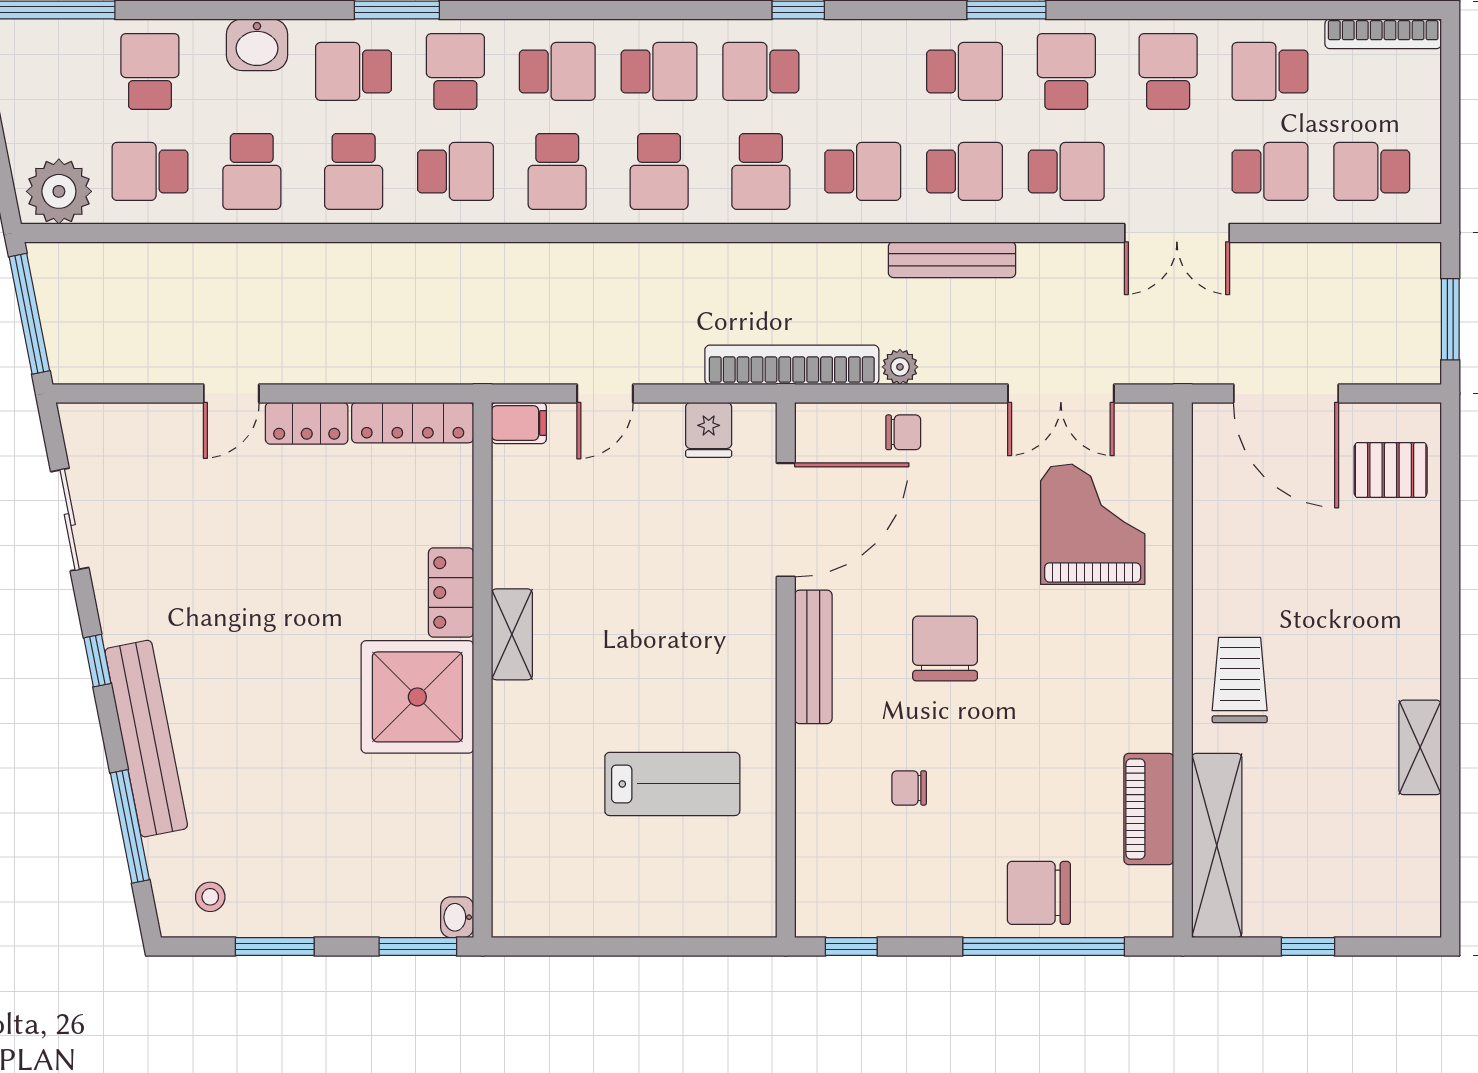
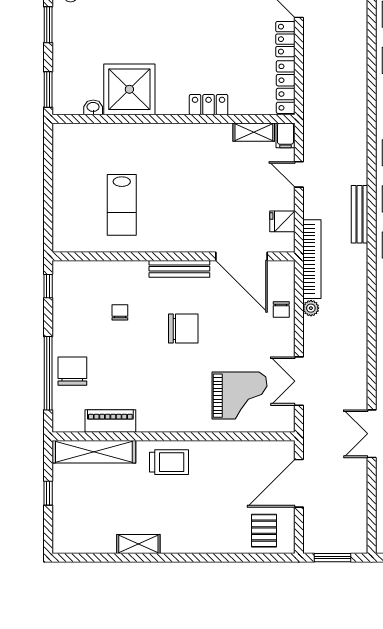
bench: (952, 260) -> (359, 214), moved
shelving: (512, 634) -> (254, 132), moved
shower: (417, 697) -> (129, 89), moved
washbasin: (457, 917) -> (93, 107), moved

